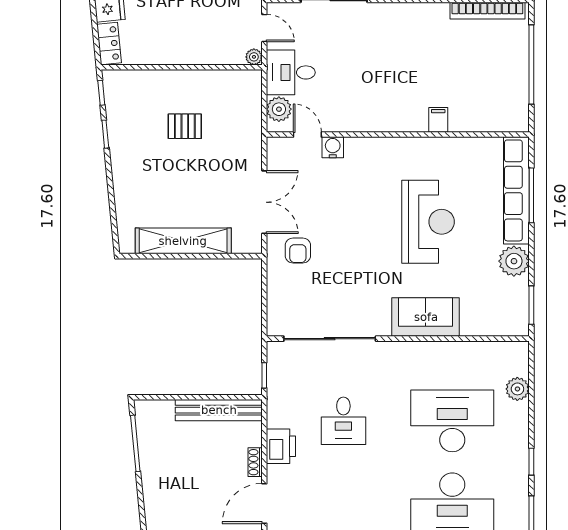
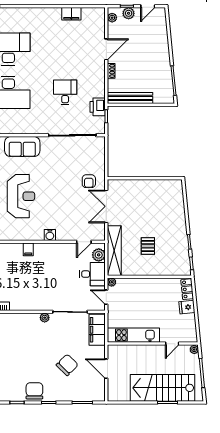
filing cabinet: (438, 120) -> (28, 249), moved
pallet: (185, 126) -> (148, 246), turned 90
door: (307, 135) -> (84, 242), hinge flipped
water cooler: (333, 147) -> (50, 235), moved
reception desk: (428, 222) -> (21, 196), turned 180
shelving: (183, 241) -> (114, 251), moved, turned 90
armchair: (298, 251) -> (89, 181), turned 180
printer: (281, 446) -> (98, 107), moved

